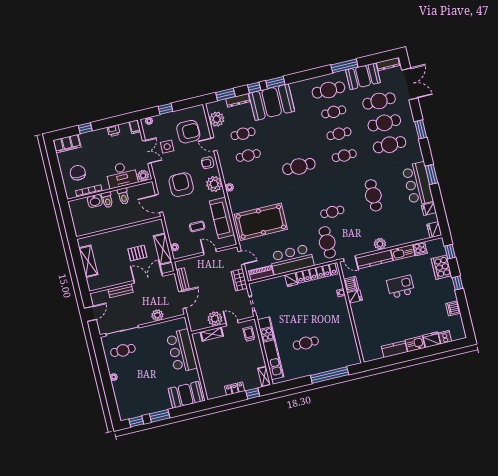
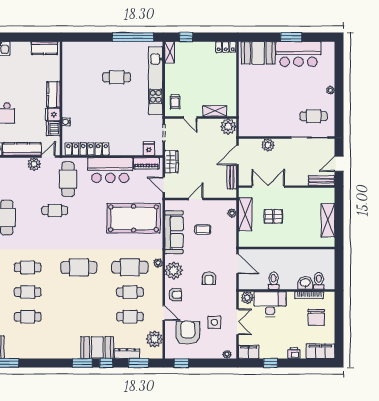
cafe table: (328, 90) -> (130, 267), moved
booth: (272, 102) -> (97, 348), width x0.73, depth x0.70
window: (165, 109) -> (181, 363), moved
filing cabinet: (135, 127) -> (249, 352), width x2.00
window: (85, 128) -> (271, 363), moved
printer: (114, 131) -> (294, 353), moved
armchair: (188, 132) -> (188, 333), turned 90
double door: (147, 152) -> (237, 322), swing flipped
armchair: (181, 185) -> (209, 278), width x0.53, depth x0.53
toilet: (107, 200) -> (319, 281), moved
plant: (380, 244) -> (34, 164), moved
door: (210, 252) -> (196, 199), swing flipped
door: (350, 258) -> (48, 156), hinge flipped
double door: (148, 278) -> (268, 187), swing flipped
fridge: (291, 280) -> (149, 149), moved
bench: (121, 291) -> (321, 181), moved
kitchen counter: (358, 314) -> (53, 94), added
plant: (215, 319) -> (228, 126), moved
kitchen counter: (394, 349) -> (44, 48), moved
bar counter: (182, 351) -> (298, 54), moved, turned 90
window: (330, 375) -> (133, 37), moved
locker: (235, 389) -> (226, 47), moved
window: (136, 421) -> (318, 37), removed

